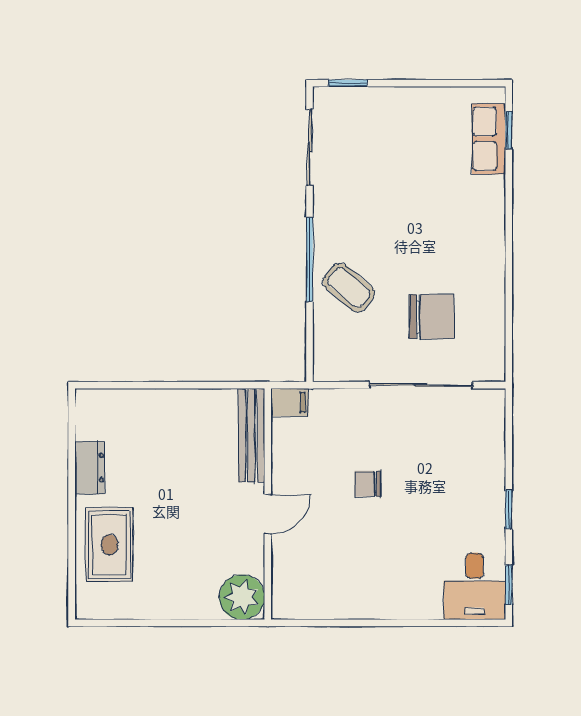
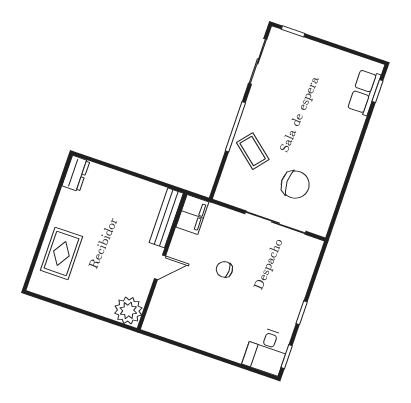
filing cabinet: (290, 402) -> (192, 214), width x2.00
dresser: (90, 468) -> (76, 174), moved

